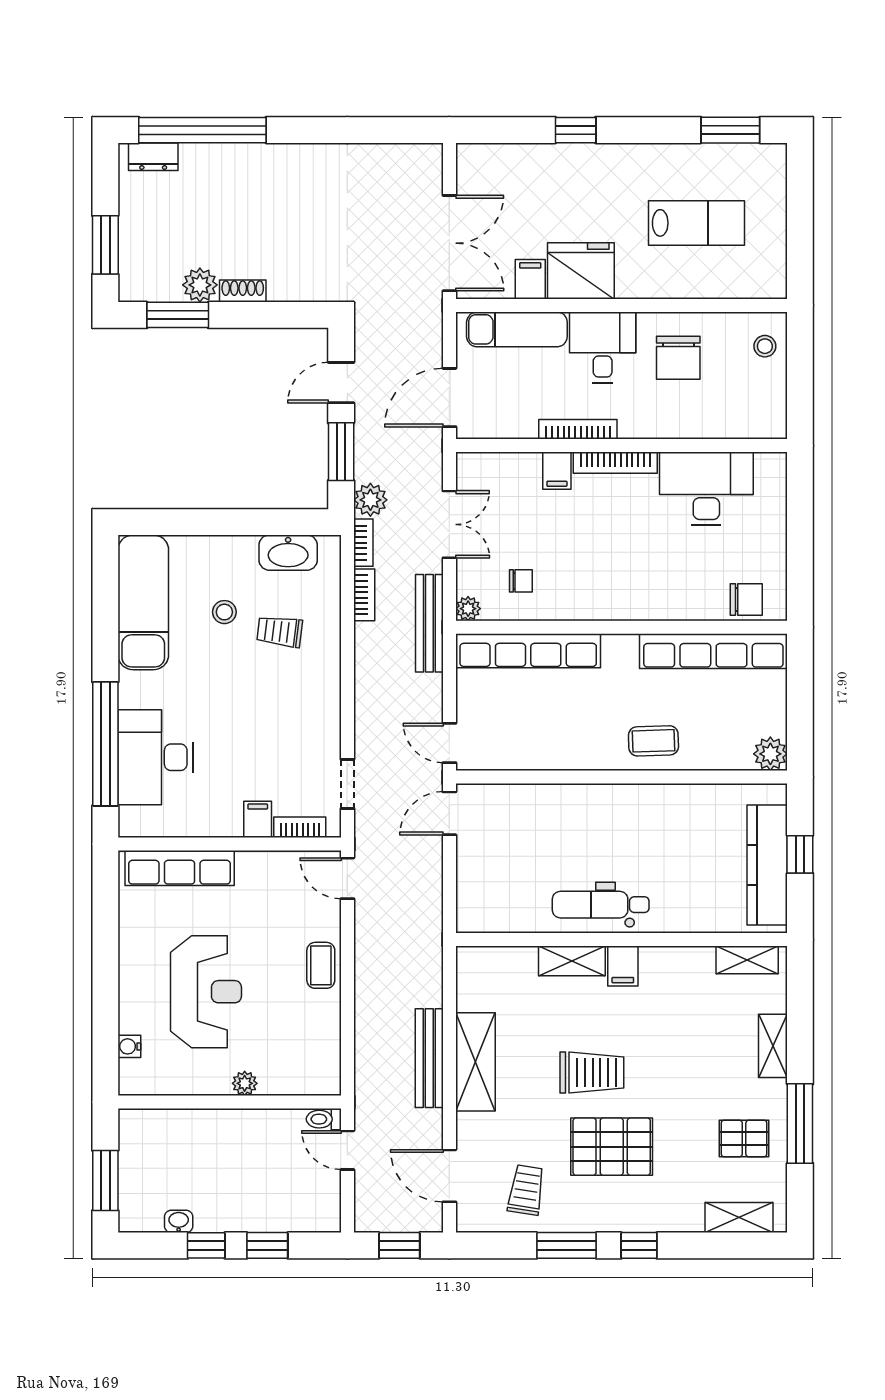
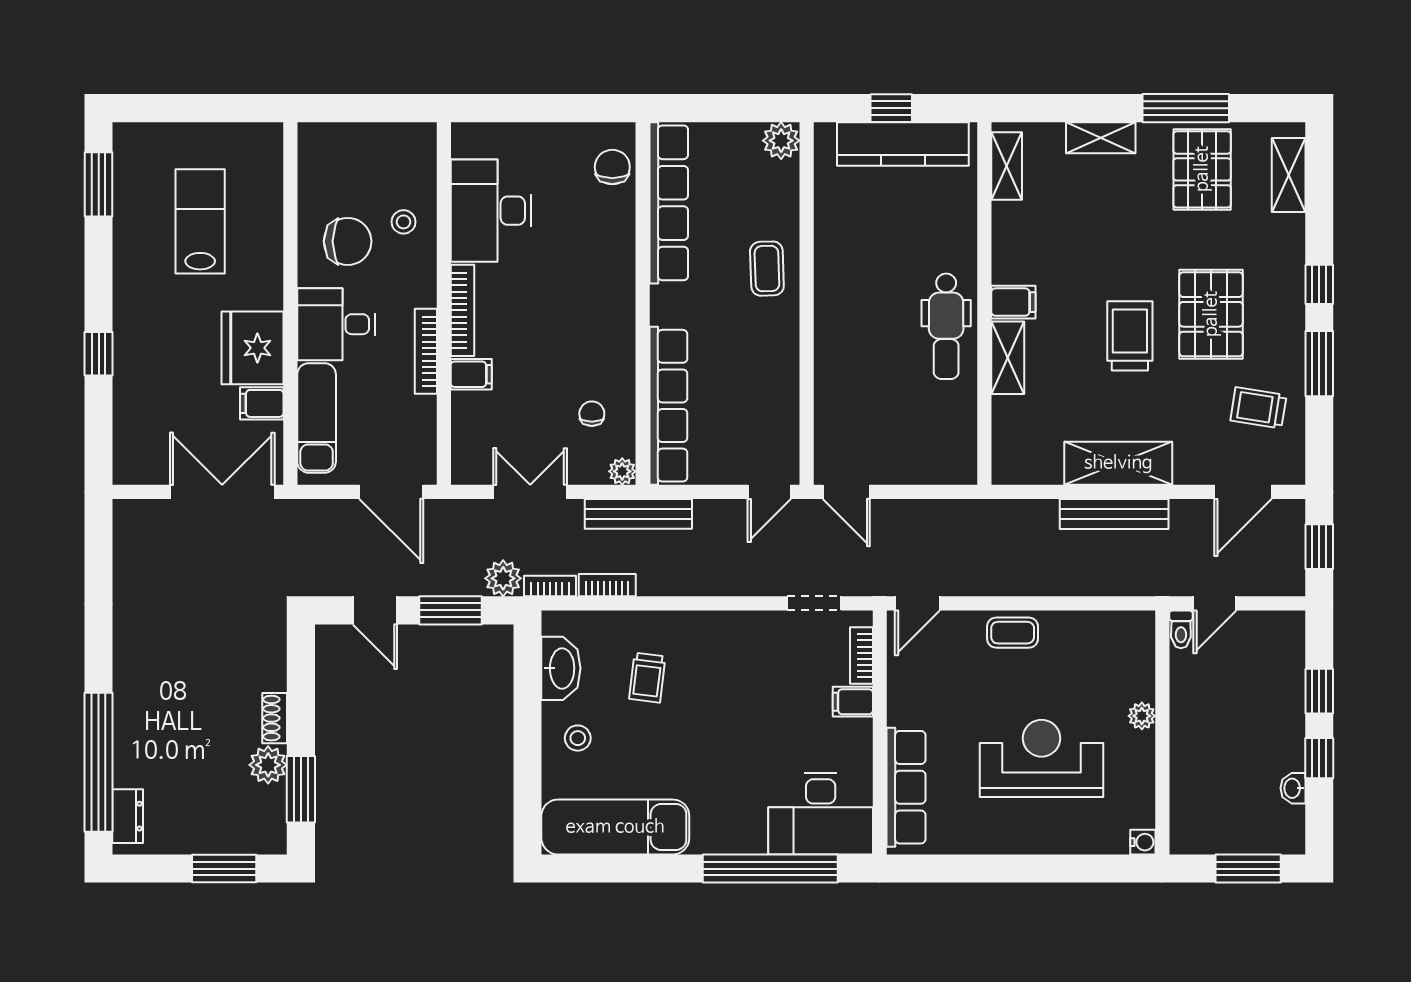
stool: (765, 346) -> (404, 222), moved
stool: (224, 612) -> (578, 738), moved
desk: (155, 757) -> (821, 814), moved
water cooler: (129, 1046) -> (1143, 842), moved, turned -90
pallet: (744, 1139) -> (1202, 169), width x1.50, depth x1.42

